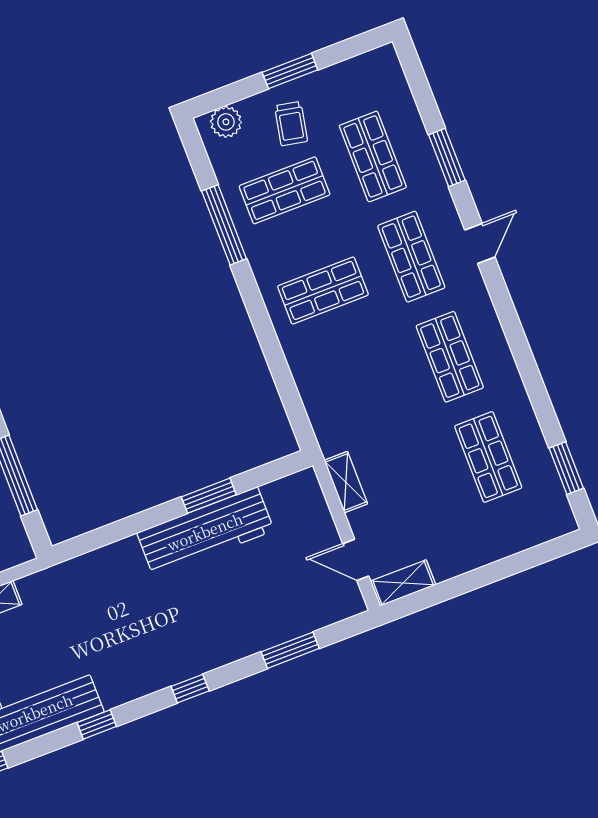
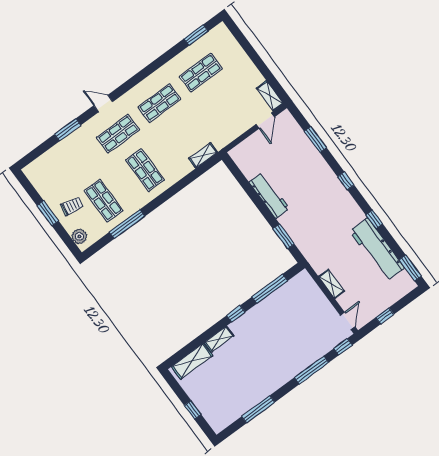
shop shelf: (373, 156) -> (77, 164), removed
shelving: (346, 482) -> (203, 155), moved
window: (209, 496) -> (284, 236), moved
workbench: (205, 532) -> (269, 195), width x0.73, depth x0.76

